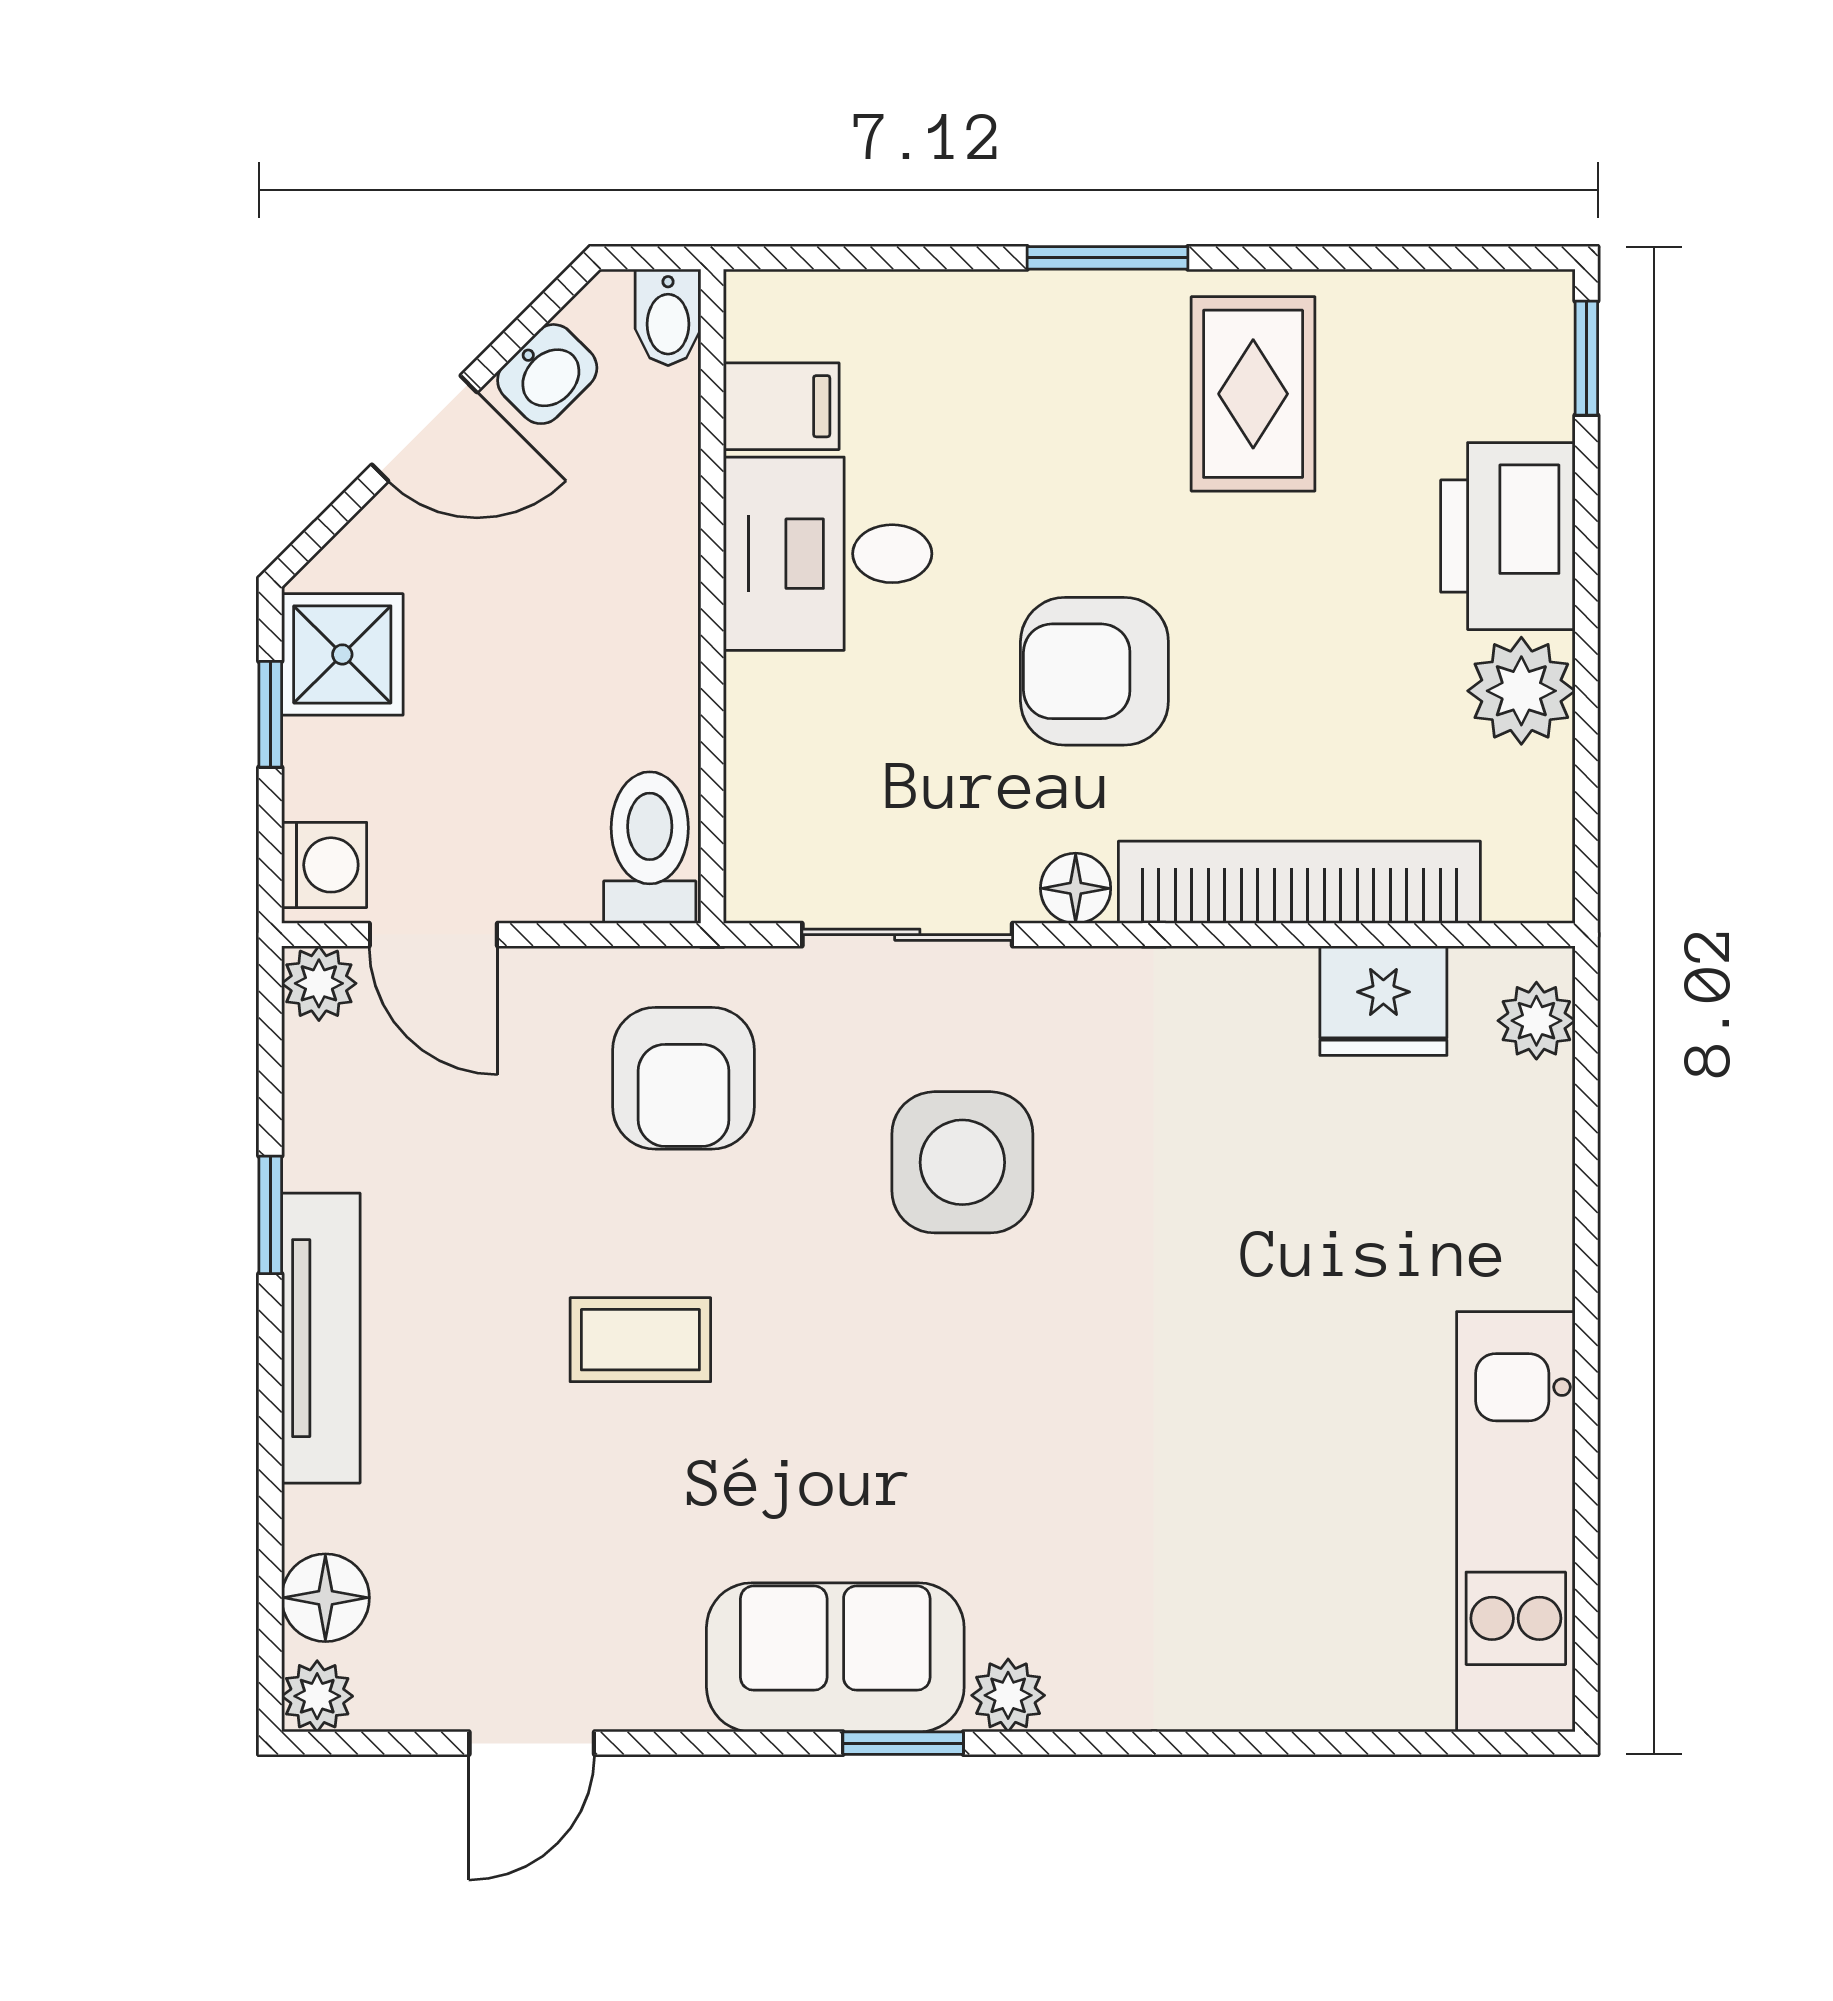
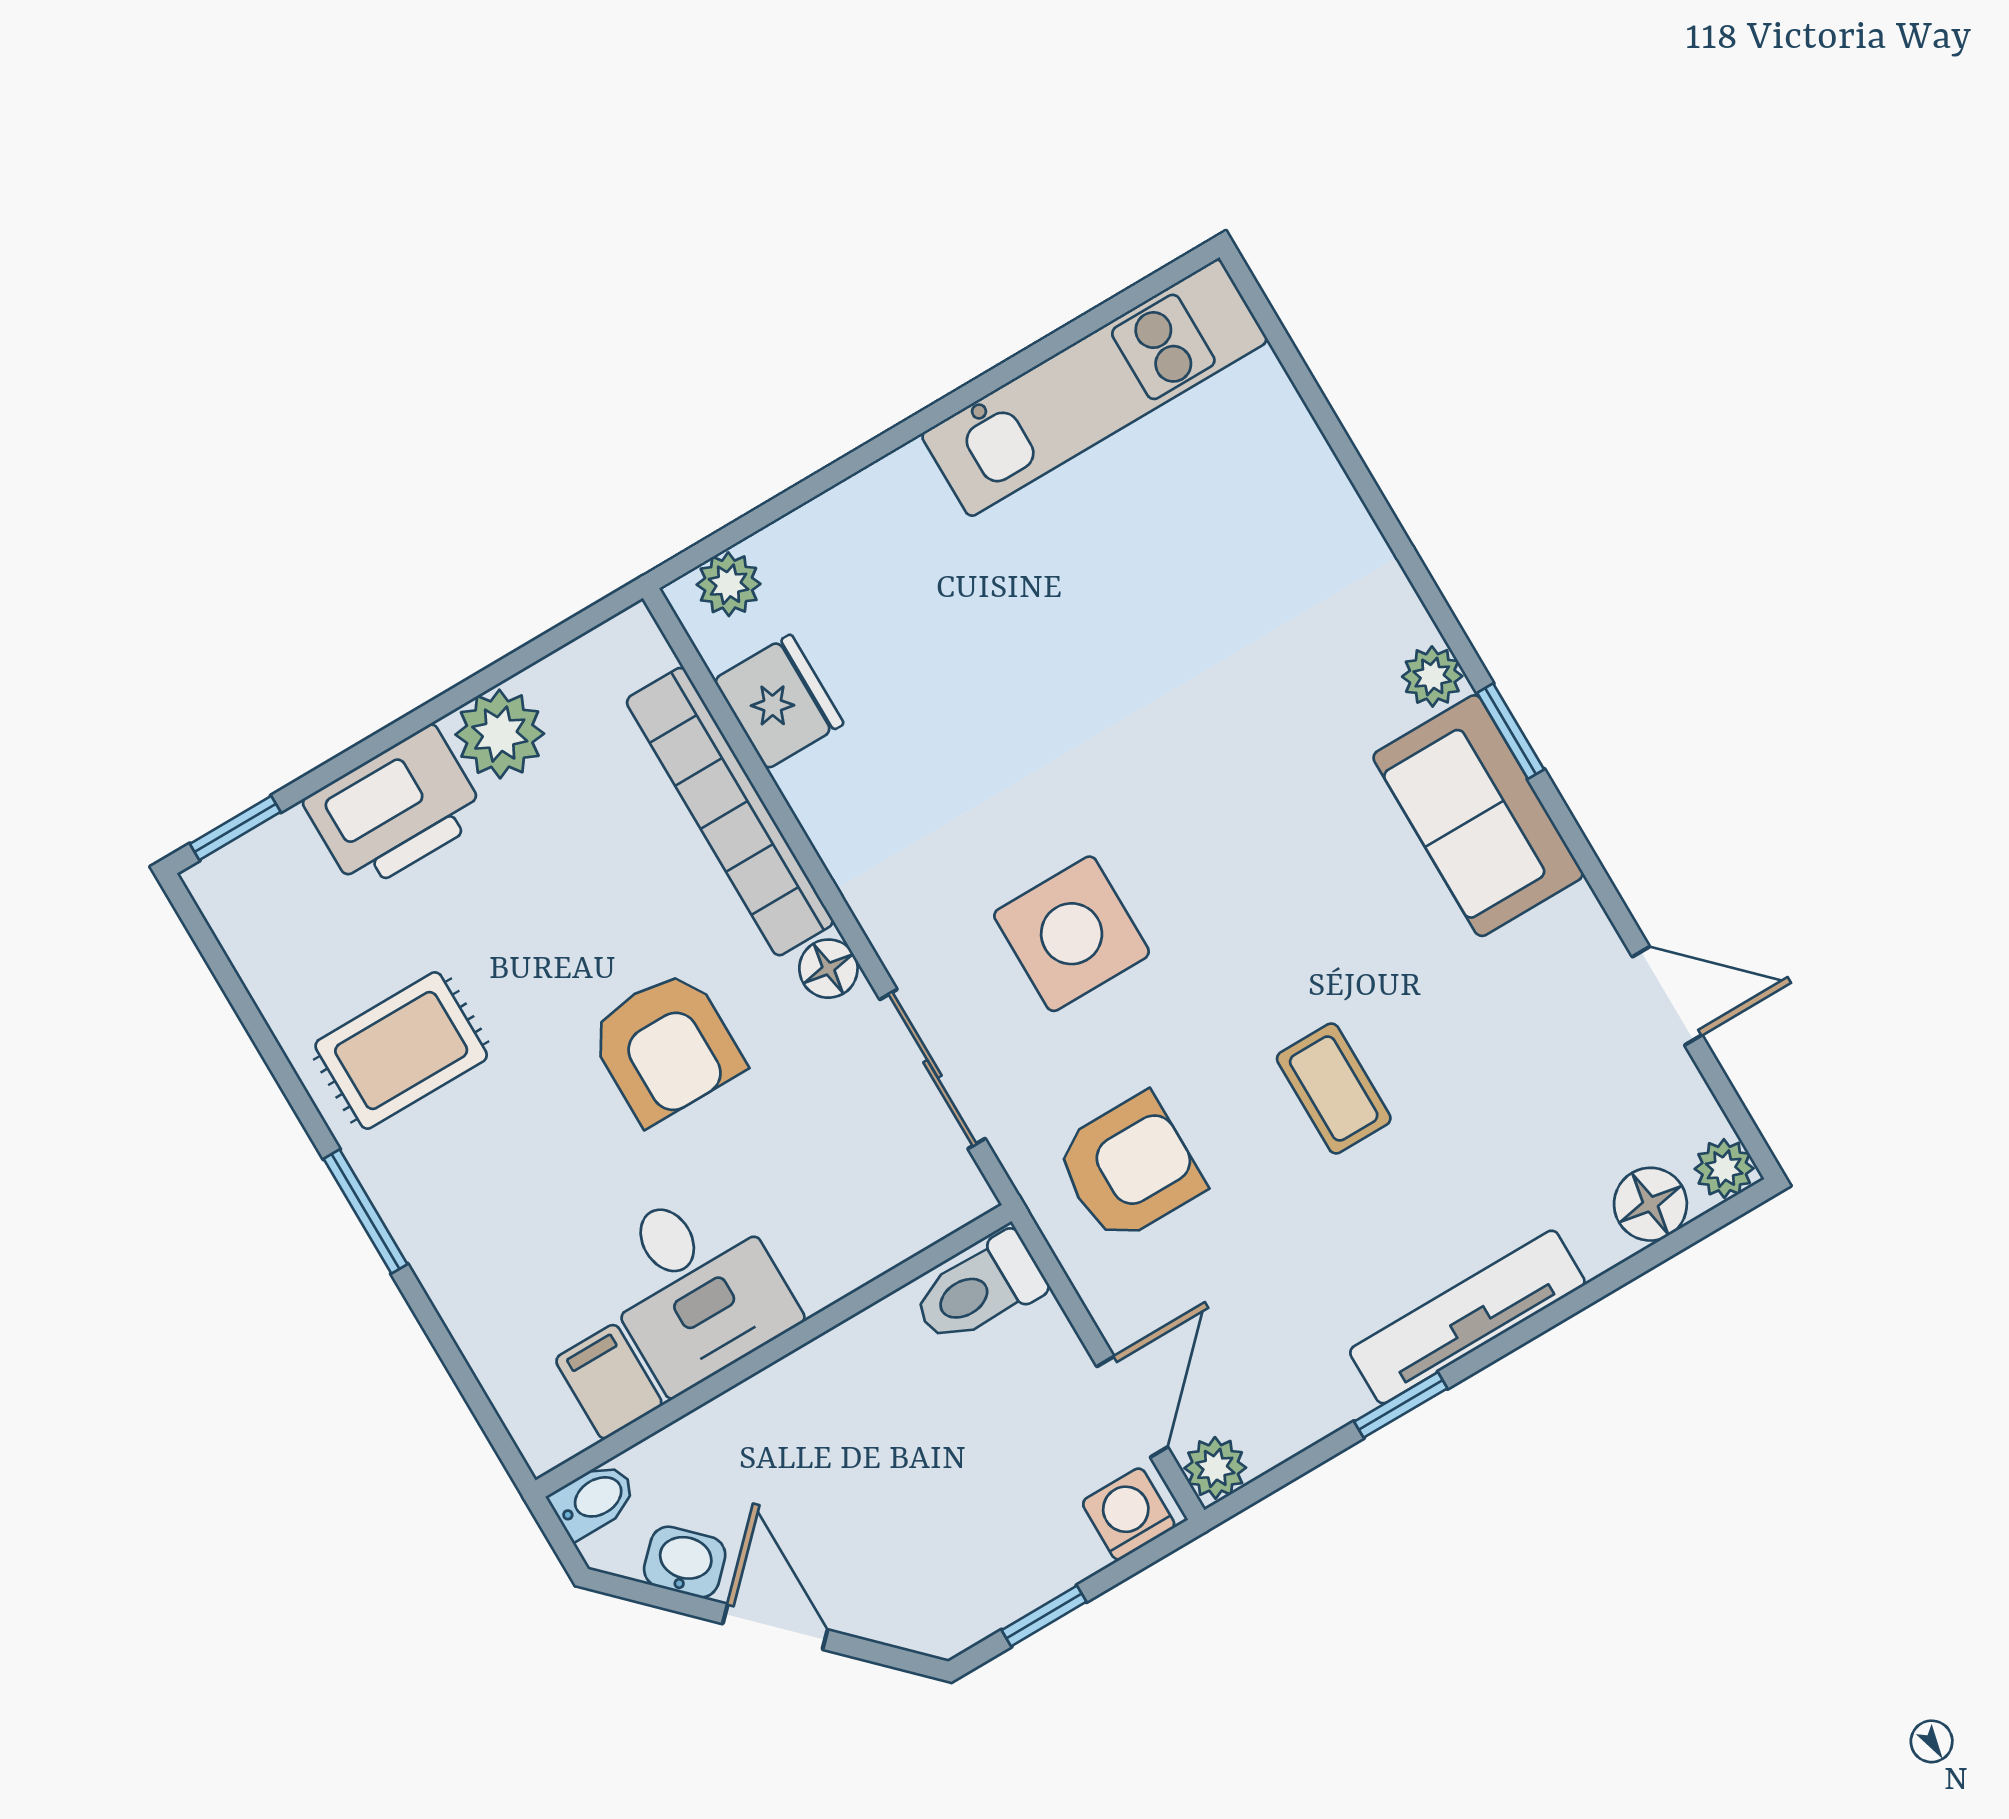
shower: (342, 654) -> (971, 1590), removed

